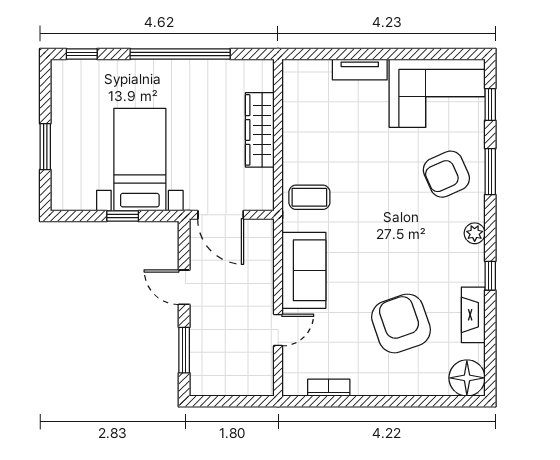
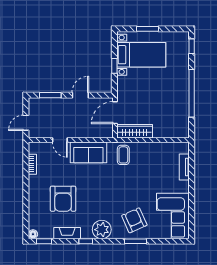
tv unit: (360, 70) -> (184, 167), moved
window: (490, 105) -> (44, 241), moved
wardrobe: (260, 130) -> (135, 131), moved
bed with nightstands: (140, 160) -> (141, 55), moved
plant: (475, 233) -> (102, 230), width x1.87, depth x1.87
armchair: (401, 323) -> (63, 199), turned 109
floor lamp: (467, 378) -> (33, 234), width x0.53, depth x0.53
door: (242, 401) -> (26, 123), added

